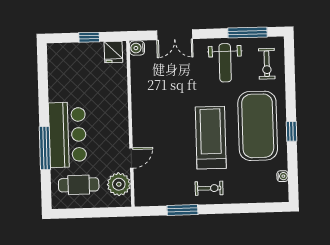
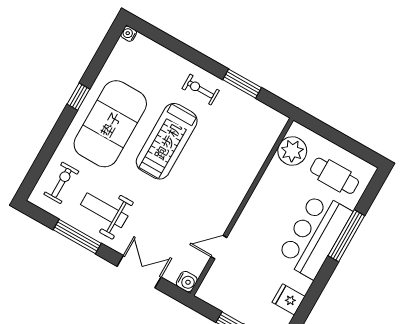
window: (247, 33) -> (77, 236), moved
fridge: (113, 52) -> (289, 299), moved, turned -90
weight bench: (225, 63) -> (104, 210), turned -90
door: (131, 158) -> (219, 247), moved
water cooler: (283, 176) -> (129, 34), moved

